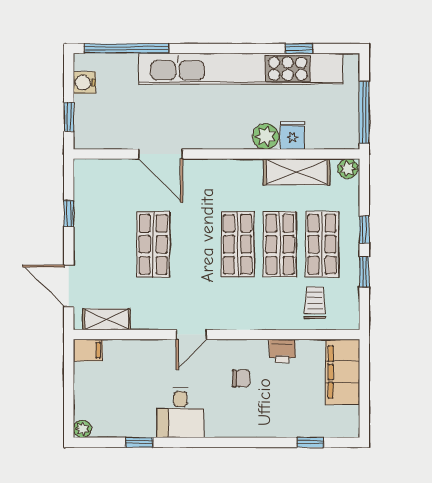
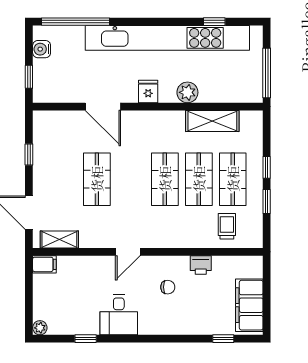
fridge: (292, 135) -> (148, 91), moved
plant: (348, 169) -> (253, 118), removed
filing cabinet: (343, 372) -> (249, 305), moved

